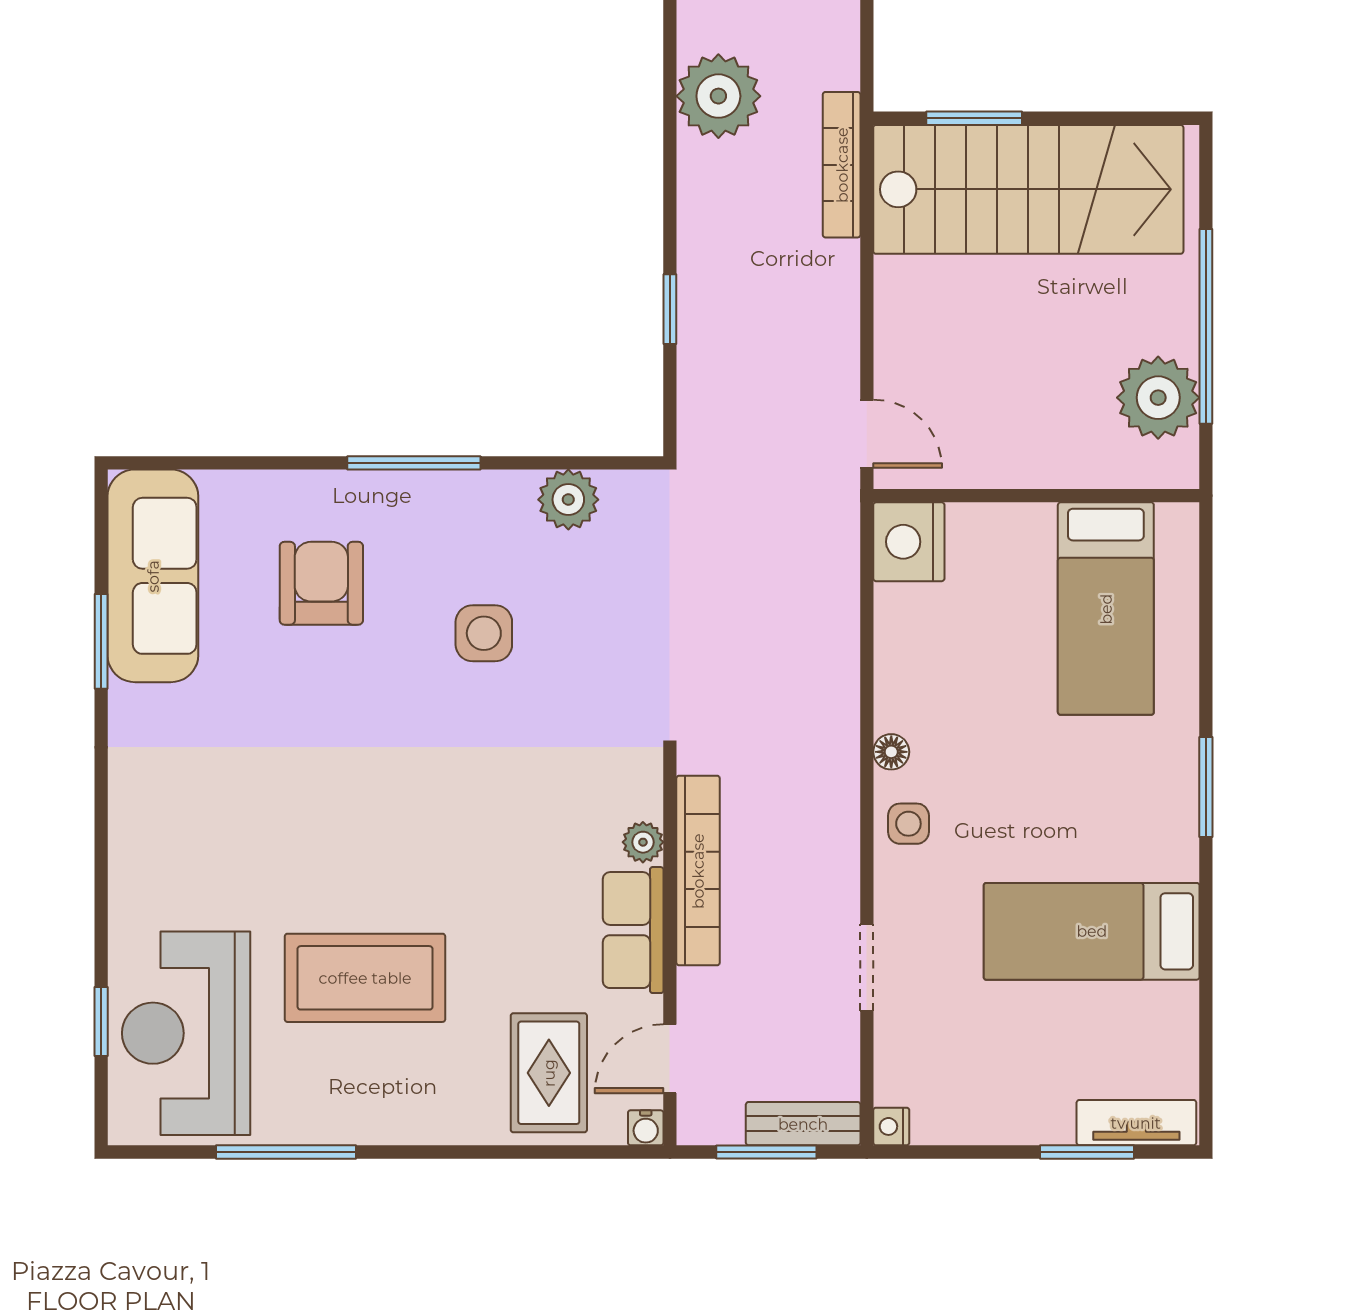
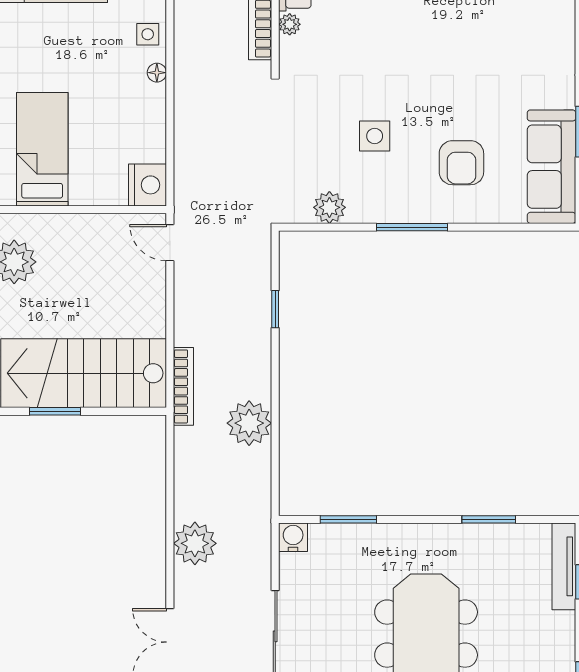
window: (974, 118) -> (55, 411), moved

